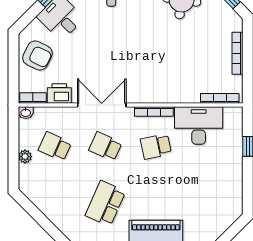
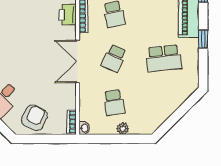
printer: (59, 93) -> (68, 15), moved
school desk: (55, 146) -> (114, 103), turned -33
school desk: (105, 203) -> (164, 58), turned -30

